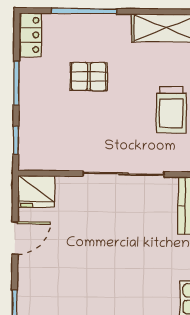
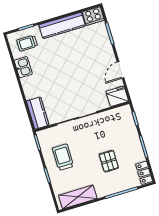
pallet: (89, 76) -> (109, 161), turned 90

